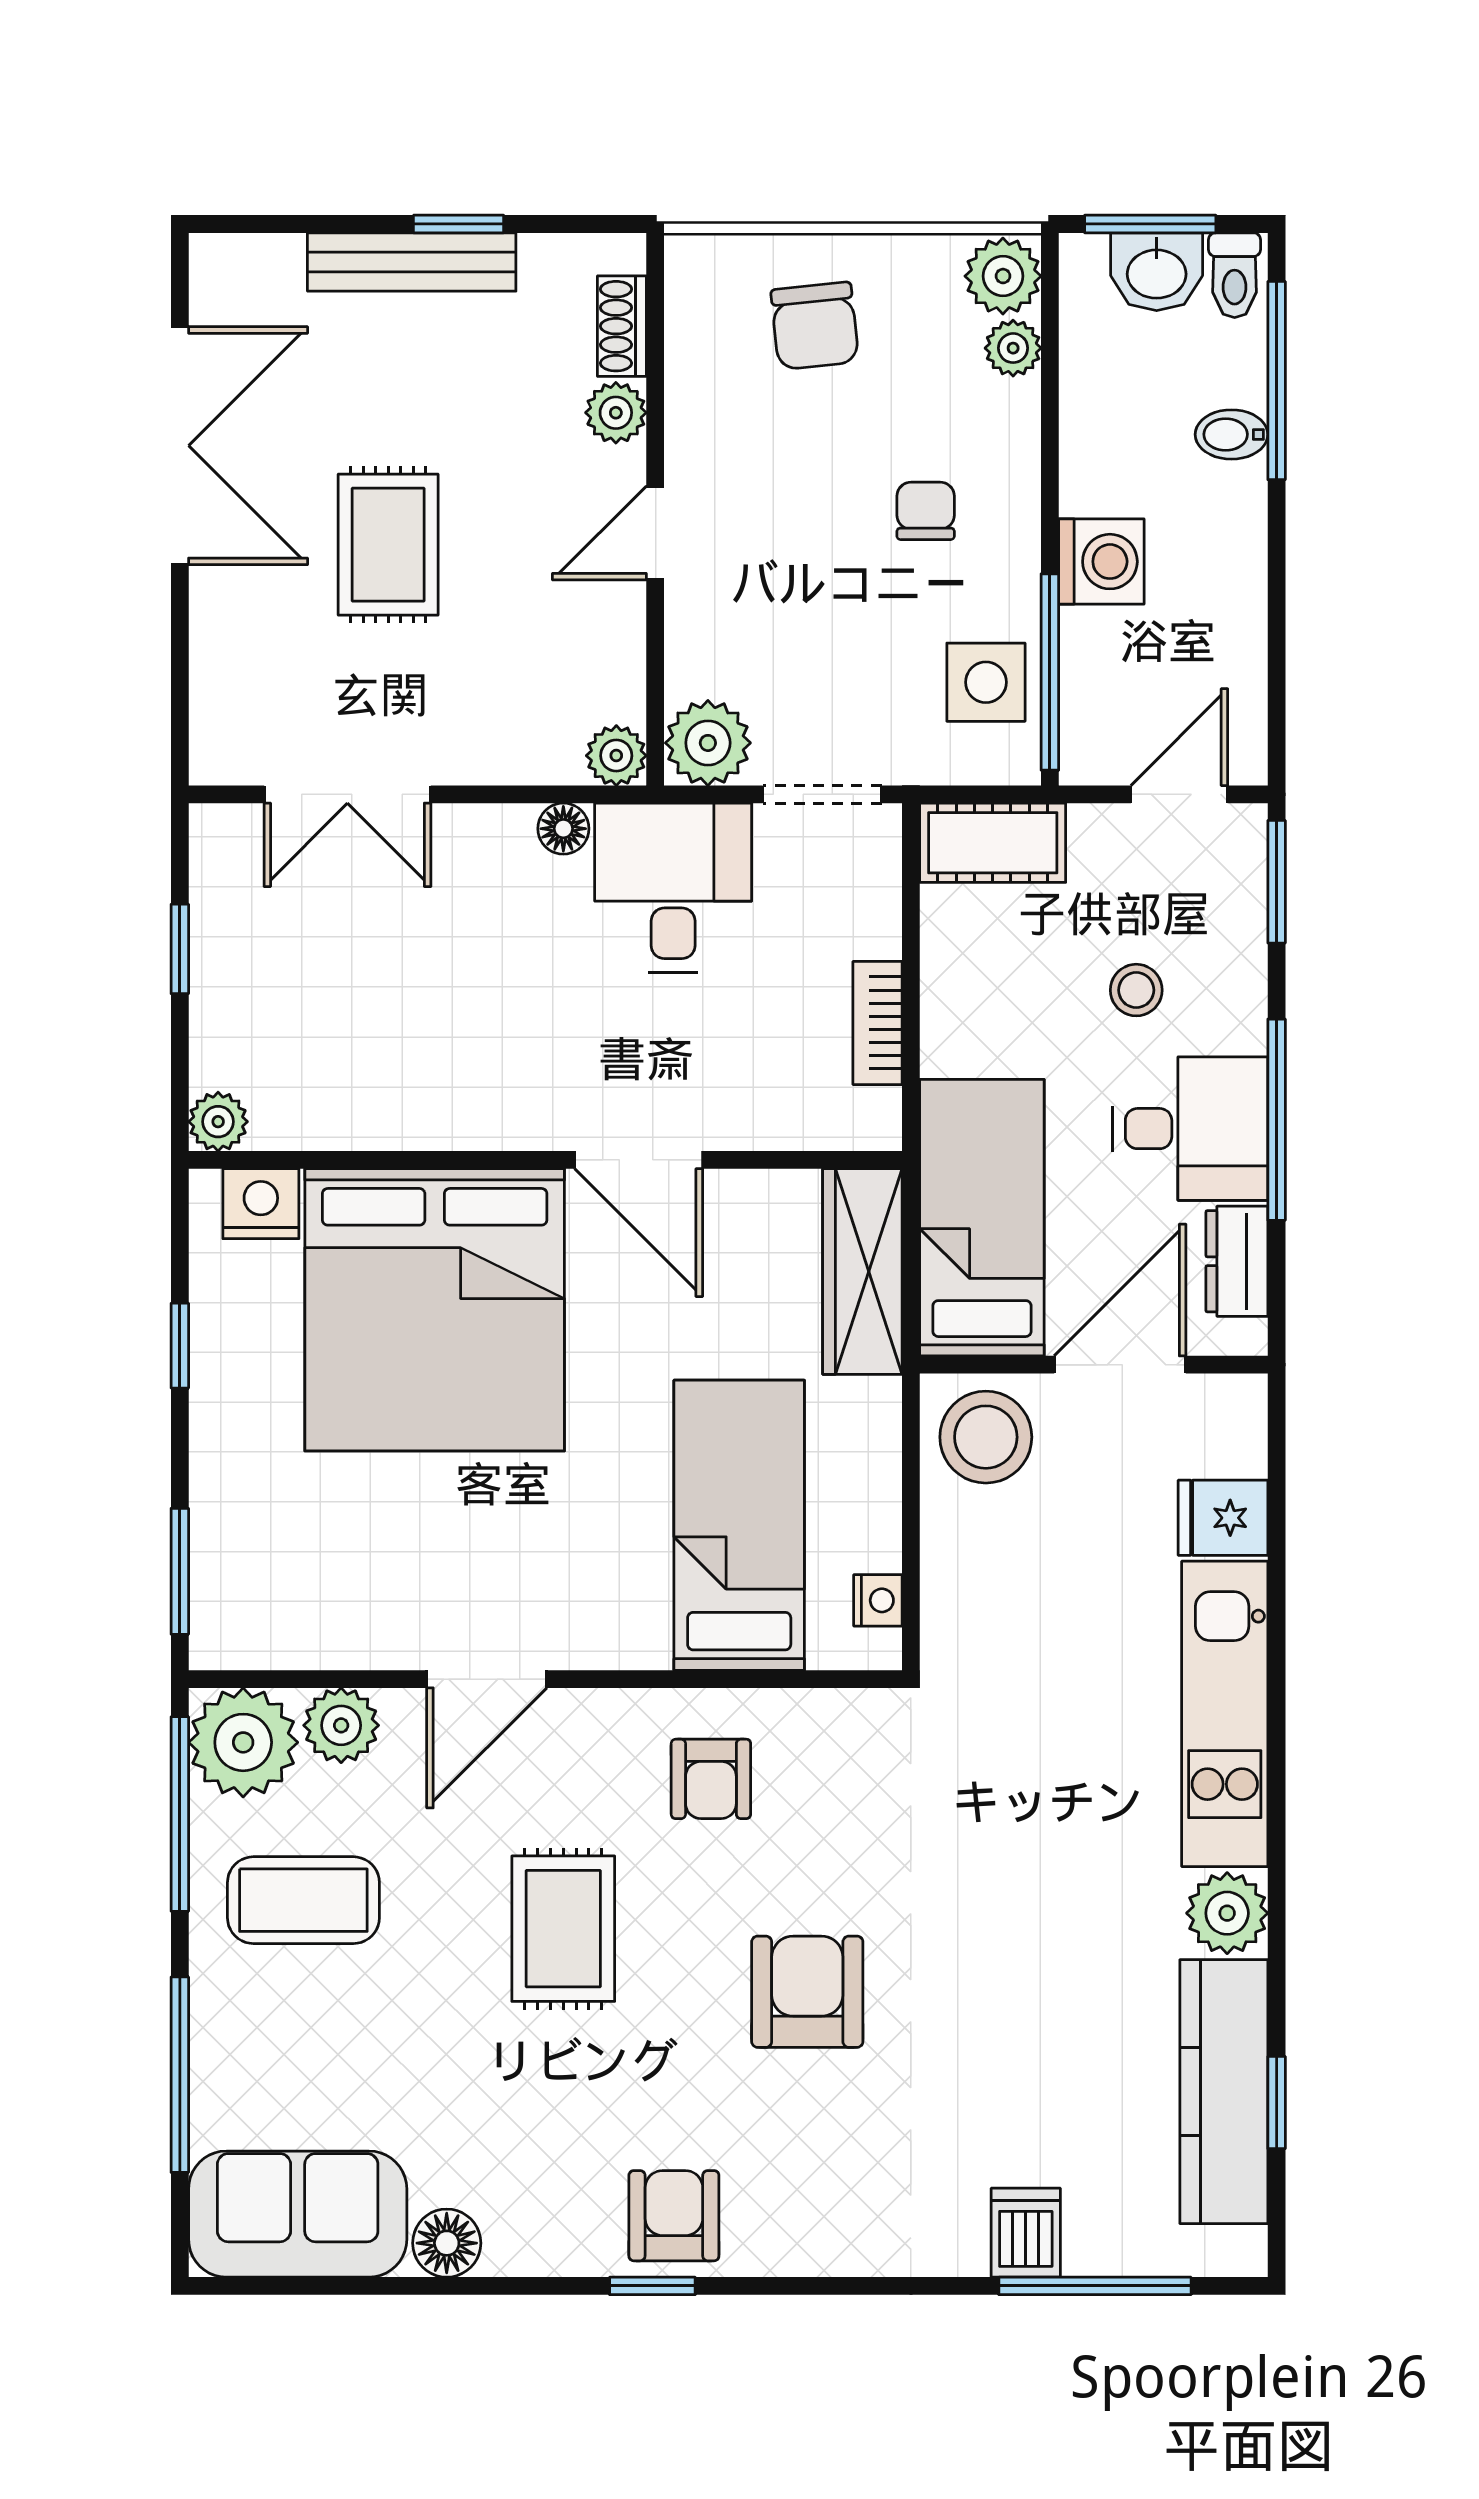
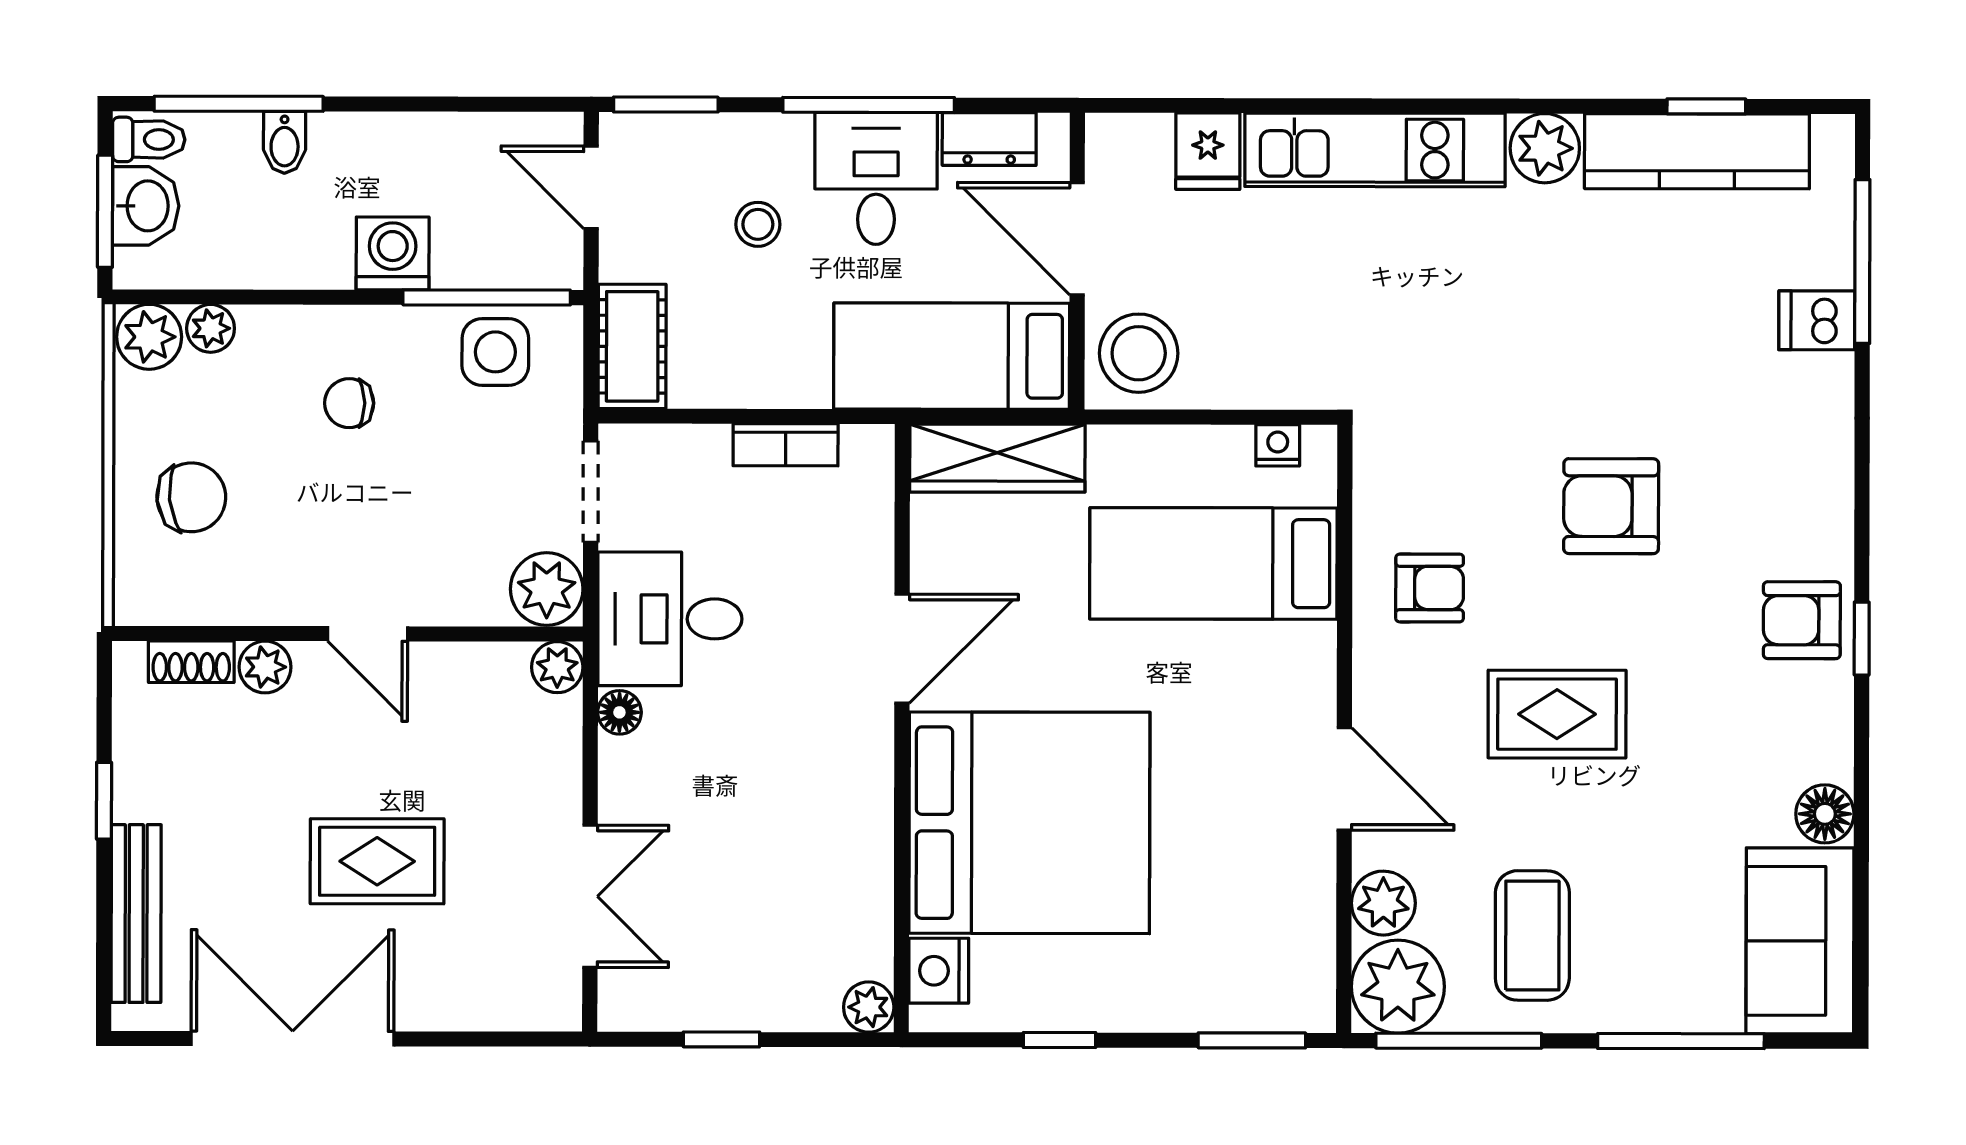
bench: (412, 262) -> (136, 914), moved

